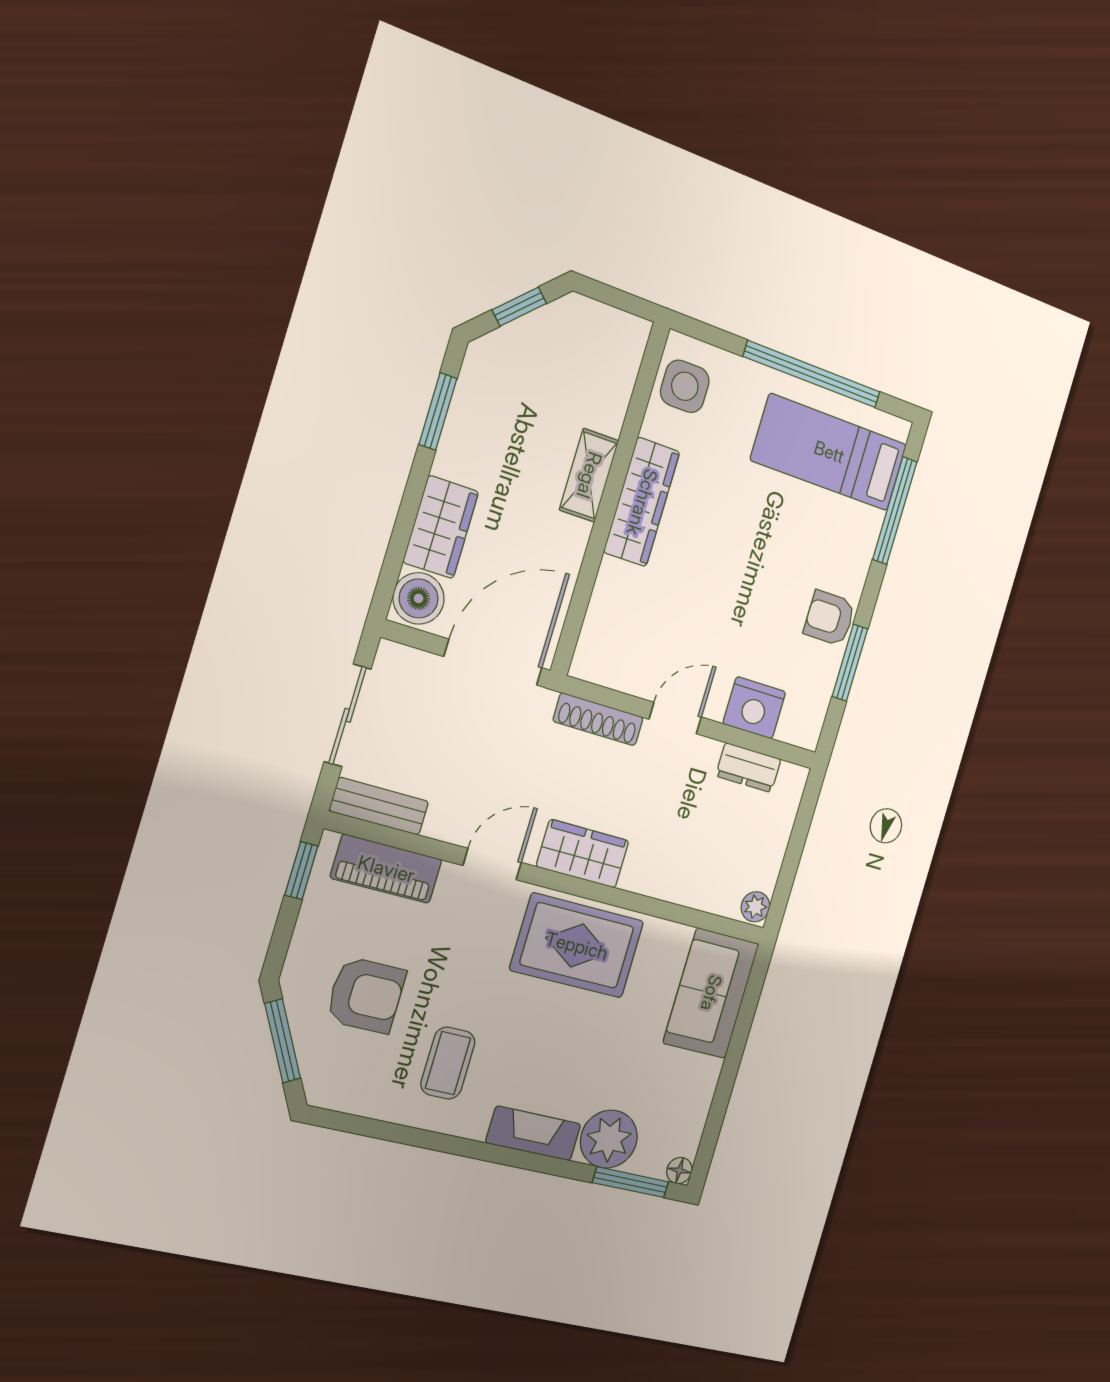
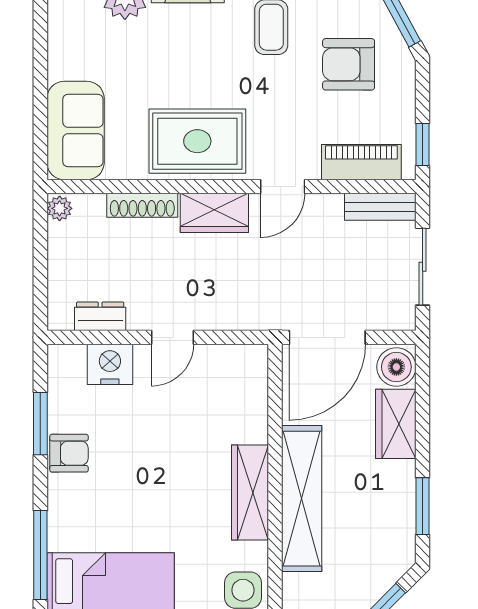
shelving: (589, 475) -> (302, 499), width x2.20, depth x1.33
shoe rack: (598, 719) -> (142, 205), moved, turned 180

